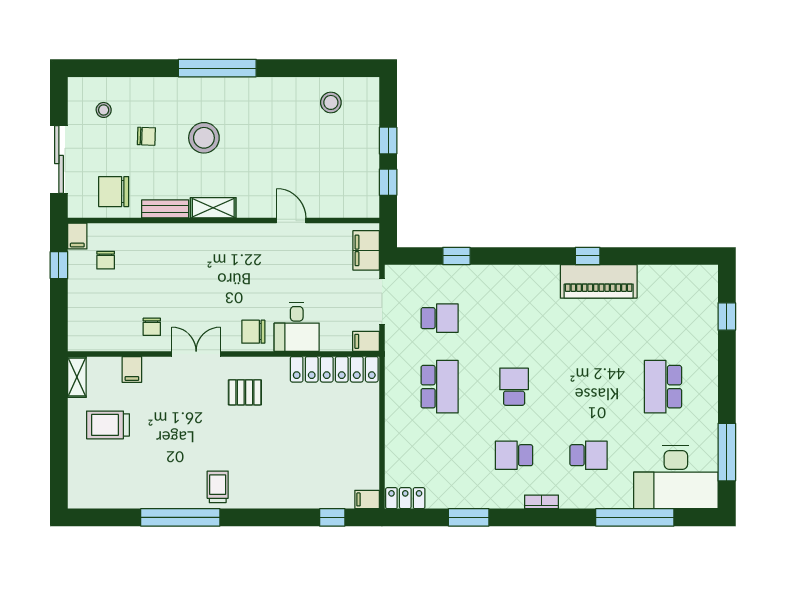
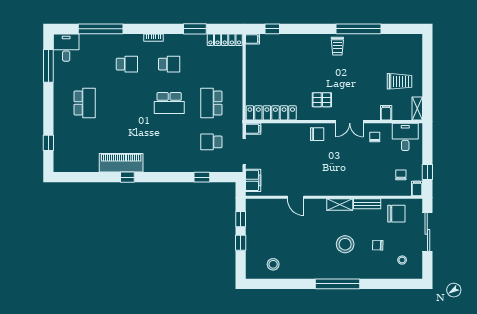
desk: (297, 327) -> (405, 137), moved
school desk: (514, 387) -> (169, 103), width x1.85
school desk: (589, 455) -> (127, 64), turned 180
desk: (676, 477) -> (66, 48), width x0.53, depth x0.77
locker: (405, 498) -> (225, 40), width x1.53

